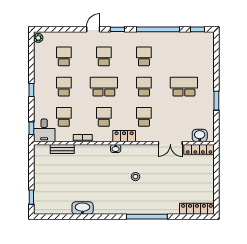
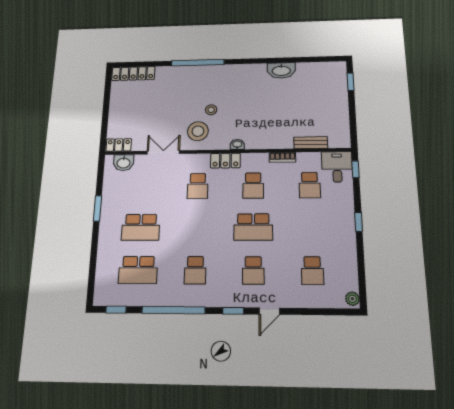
school desk: (64, 87) -> (311, 227), removed
school desk: (144, 87) -> (138, 270), moved, width x1.85
locker: (199, 149) -> (119, 145), width x0.66
stool: (145, 159) -> (198, 131), added

